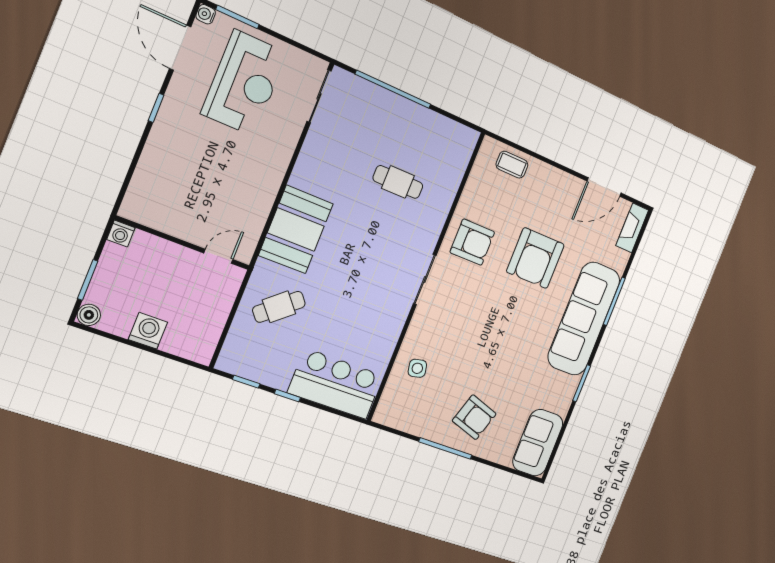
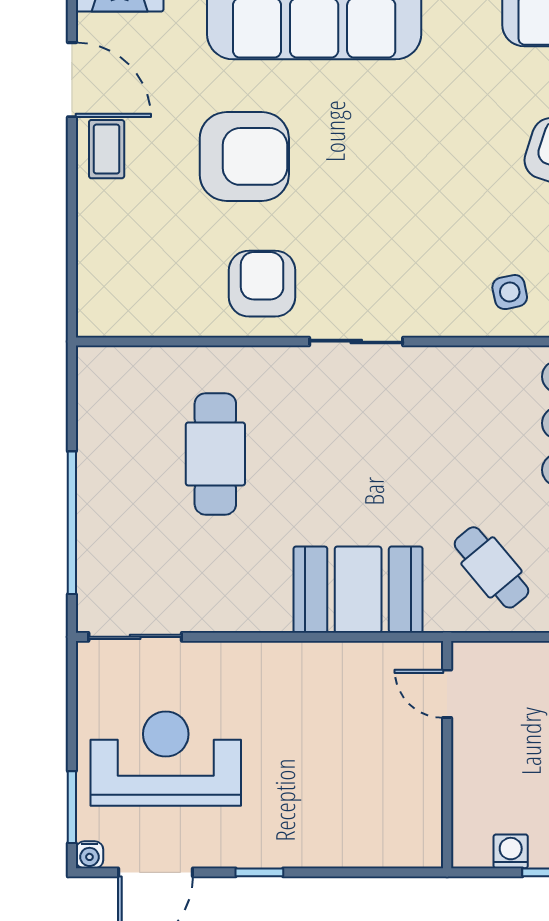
coffee table: (512, 165) -> (107, 149), moved
cafe table: (398, 182) -> (215, 454), width x1.37, depth x1.35
washing machine: (121, 234) -> (511, 851), moved, turned -90

